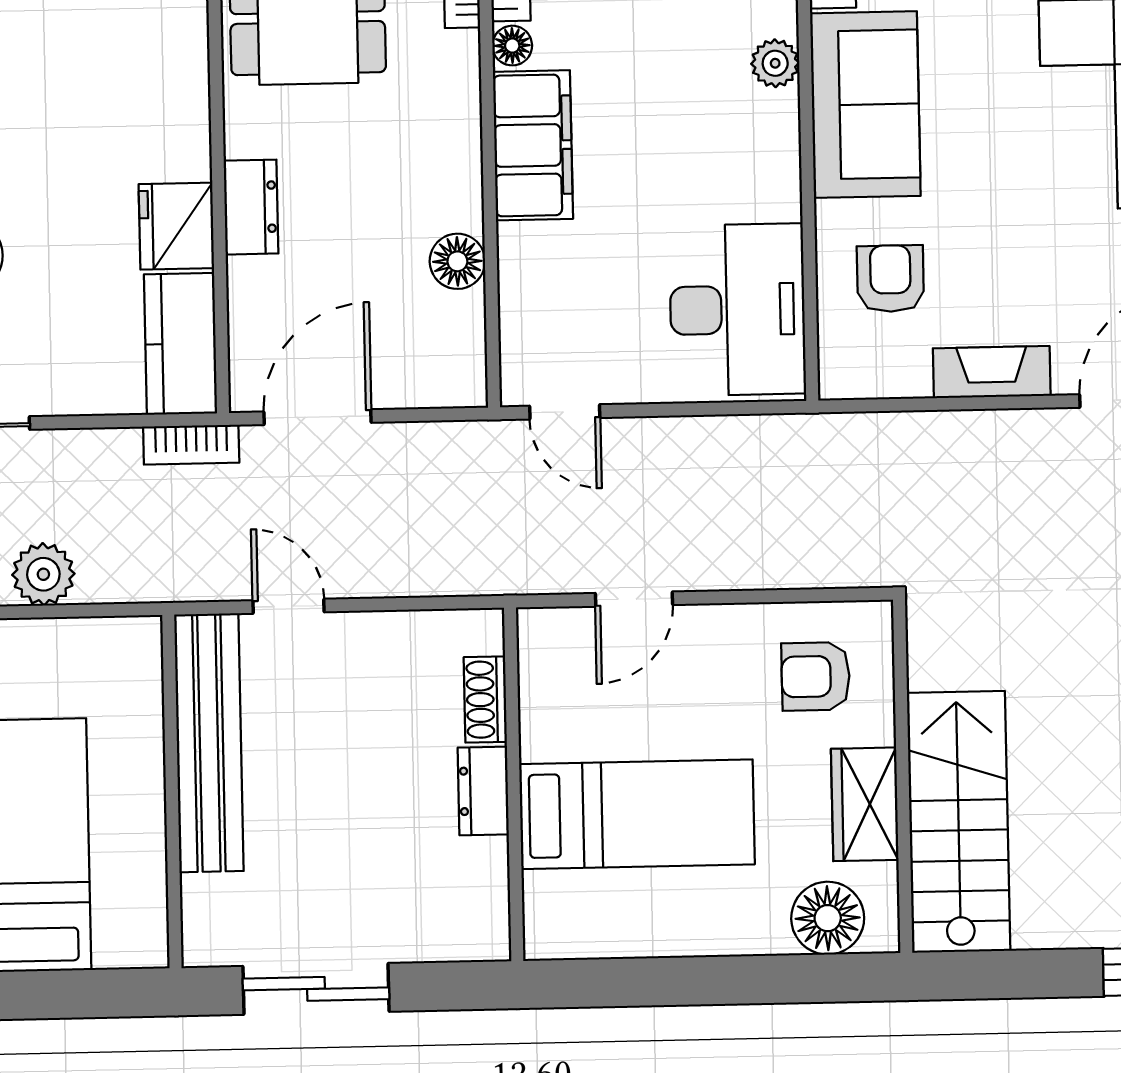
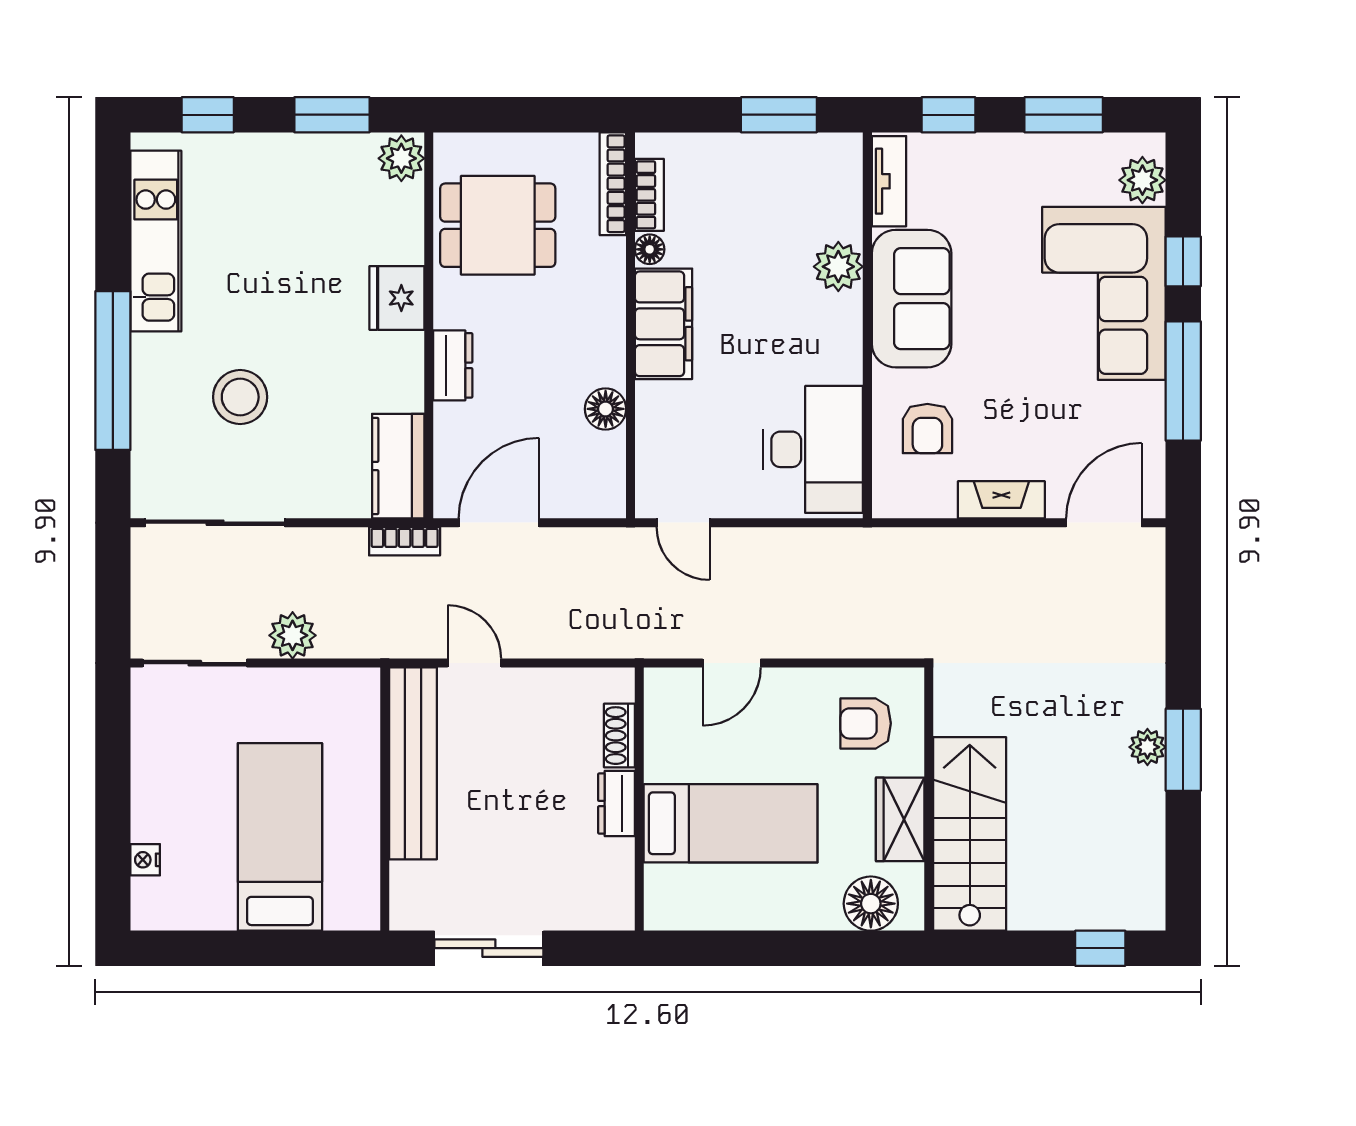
plant: (775, 63) -> (838, 267), width x1.38, depth x1.38
fridge: (176, 226) -> (397, 298), moved
armchair: (890, 279) -> (927, 429), turned 180

